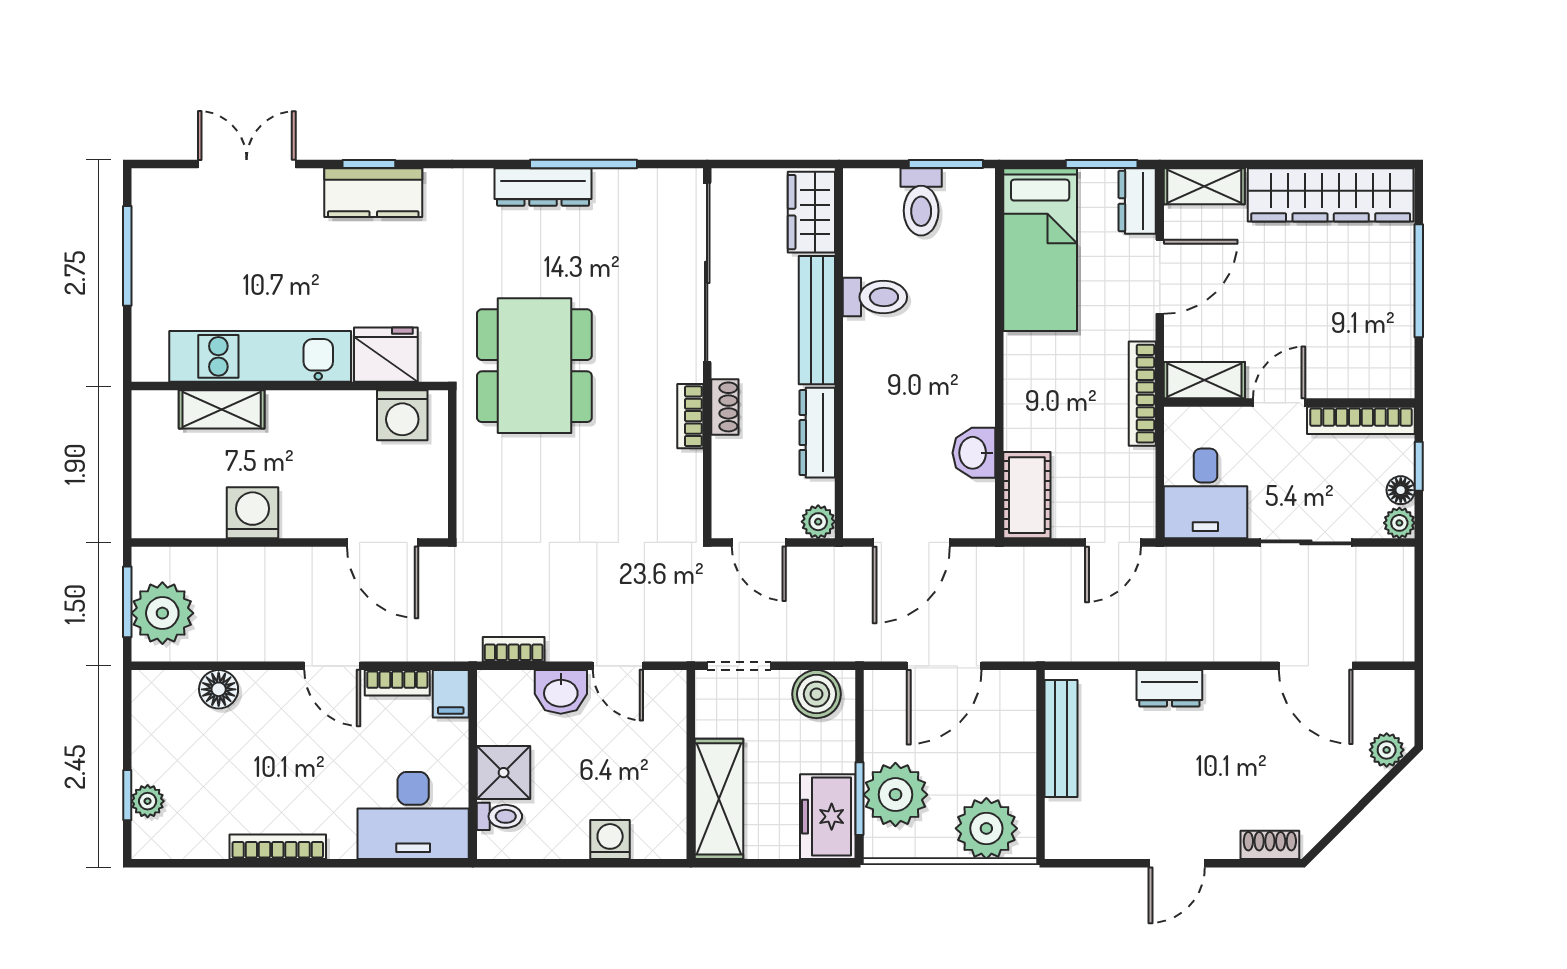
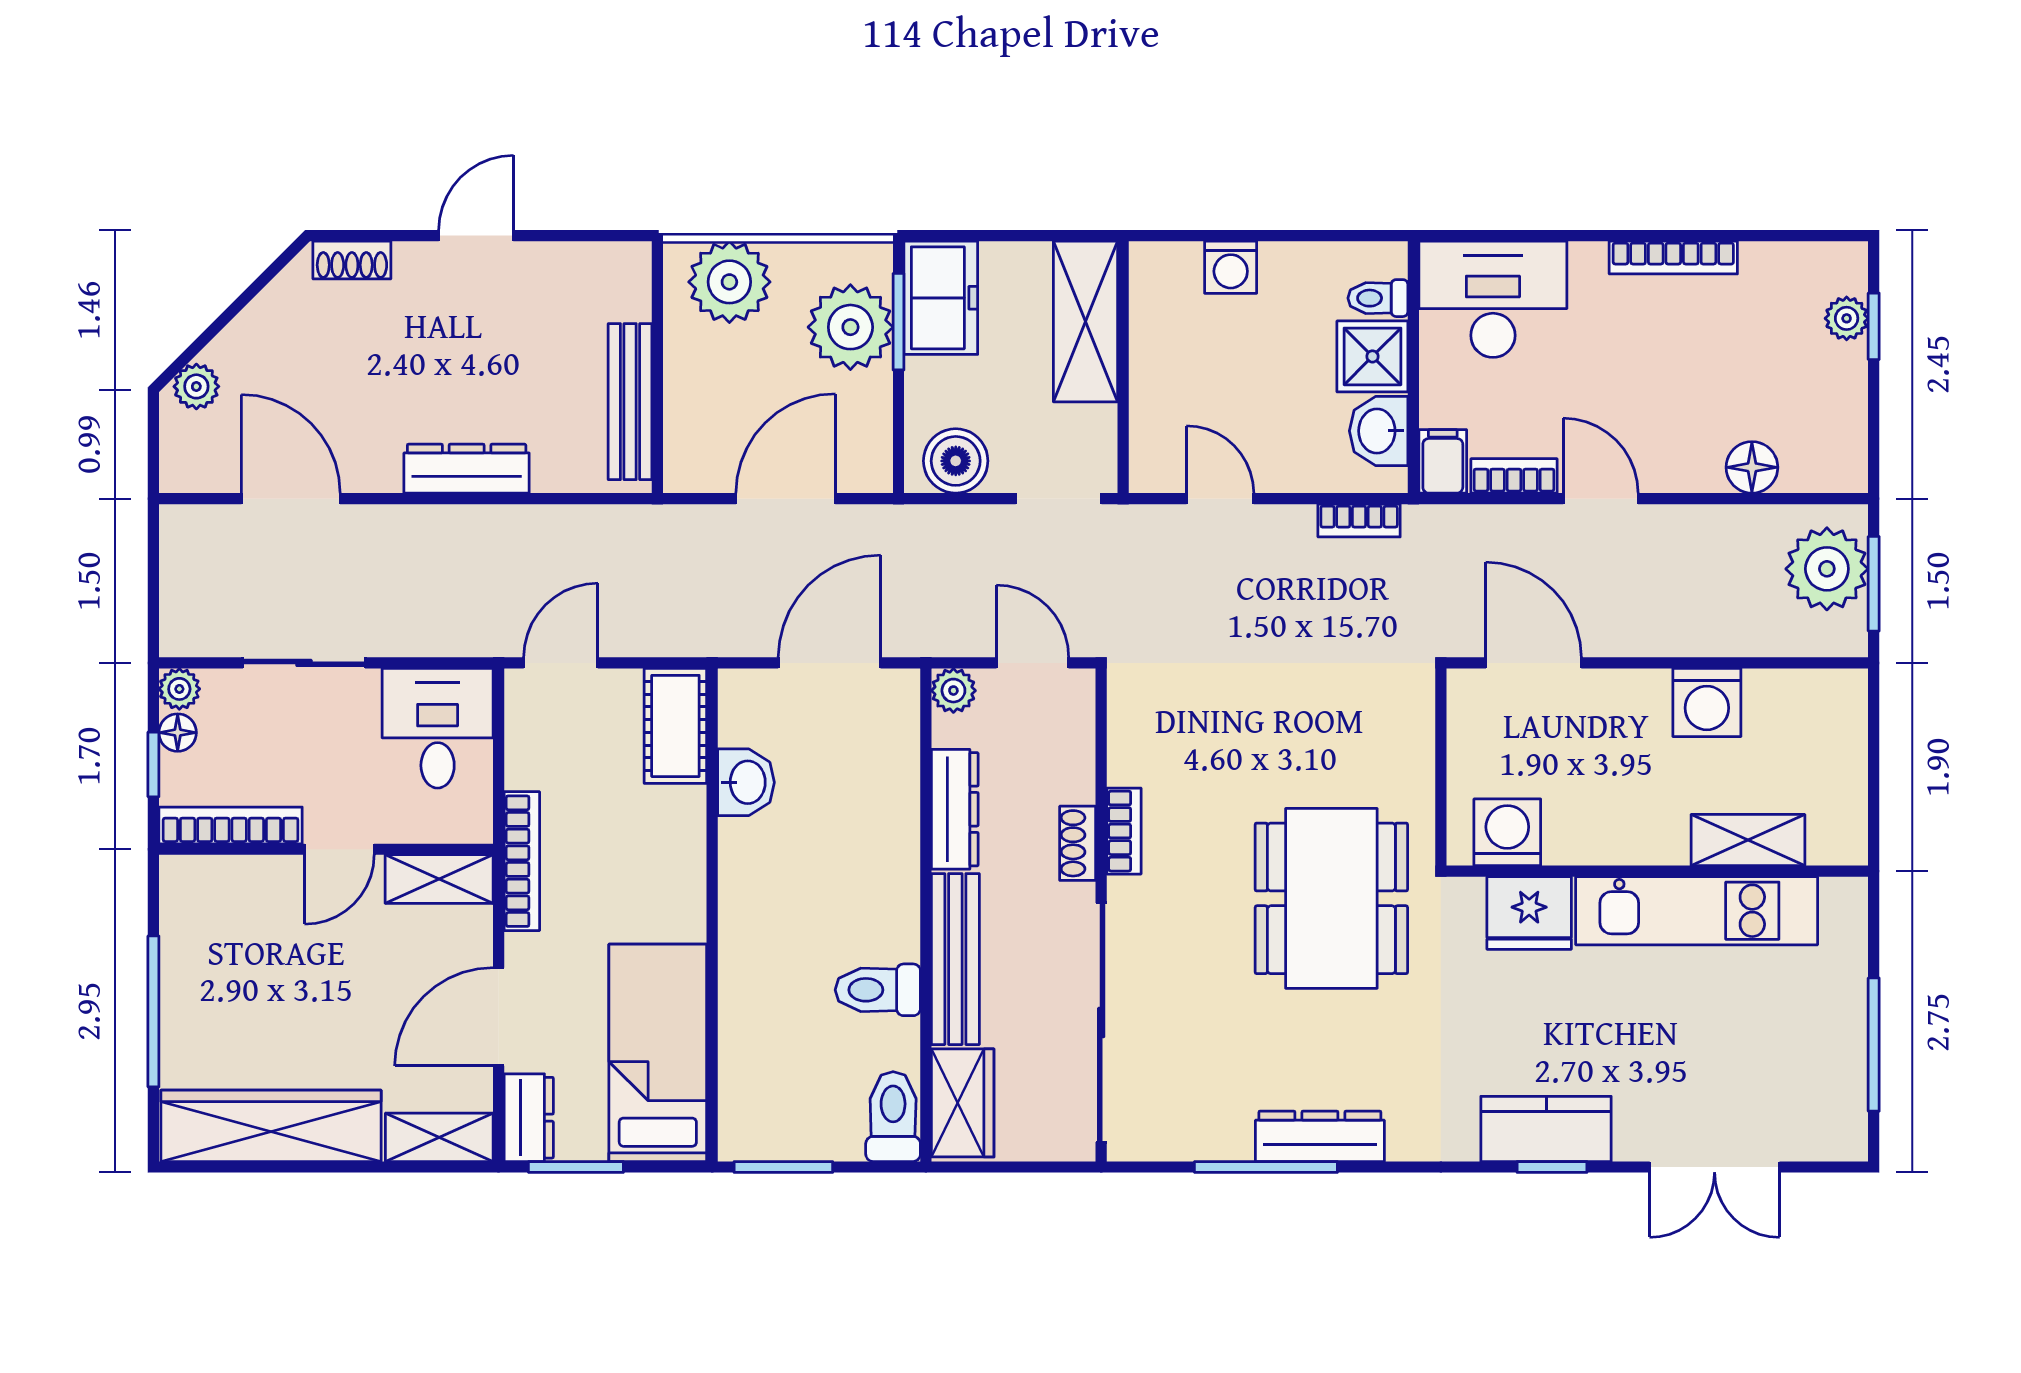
toilet: (921, 202) -> (893, 1117), moved
dresser: (1169, 688) -> (467, 469), width x1.44
washbasin: (561, 692) -> (1379, 431), moved, turned -90

